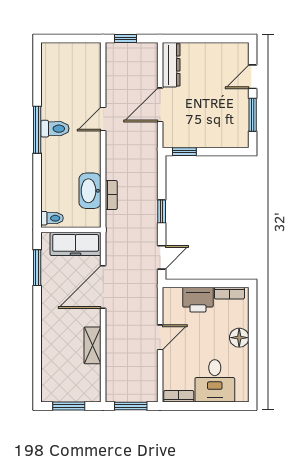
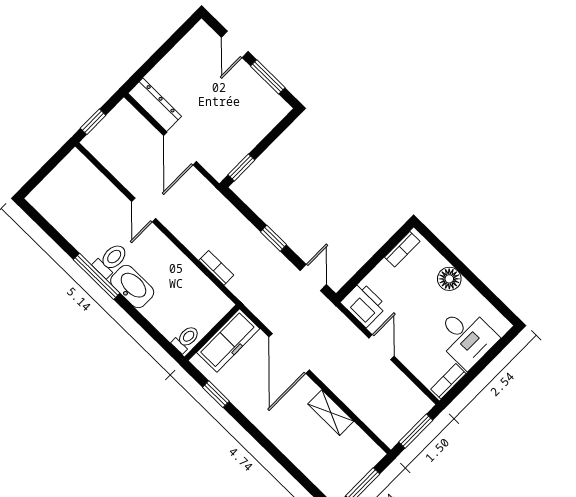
washbasin: (90, 191) -> (132, 287), moved, turned 180
window: (37, 268) -> (216, 394), width x0.67
printer: (198, 300) -> (364, 304), moved, turned -90

